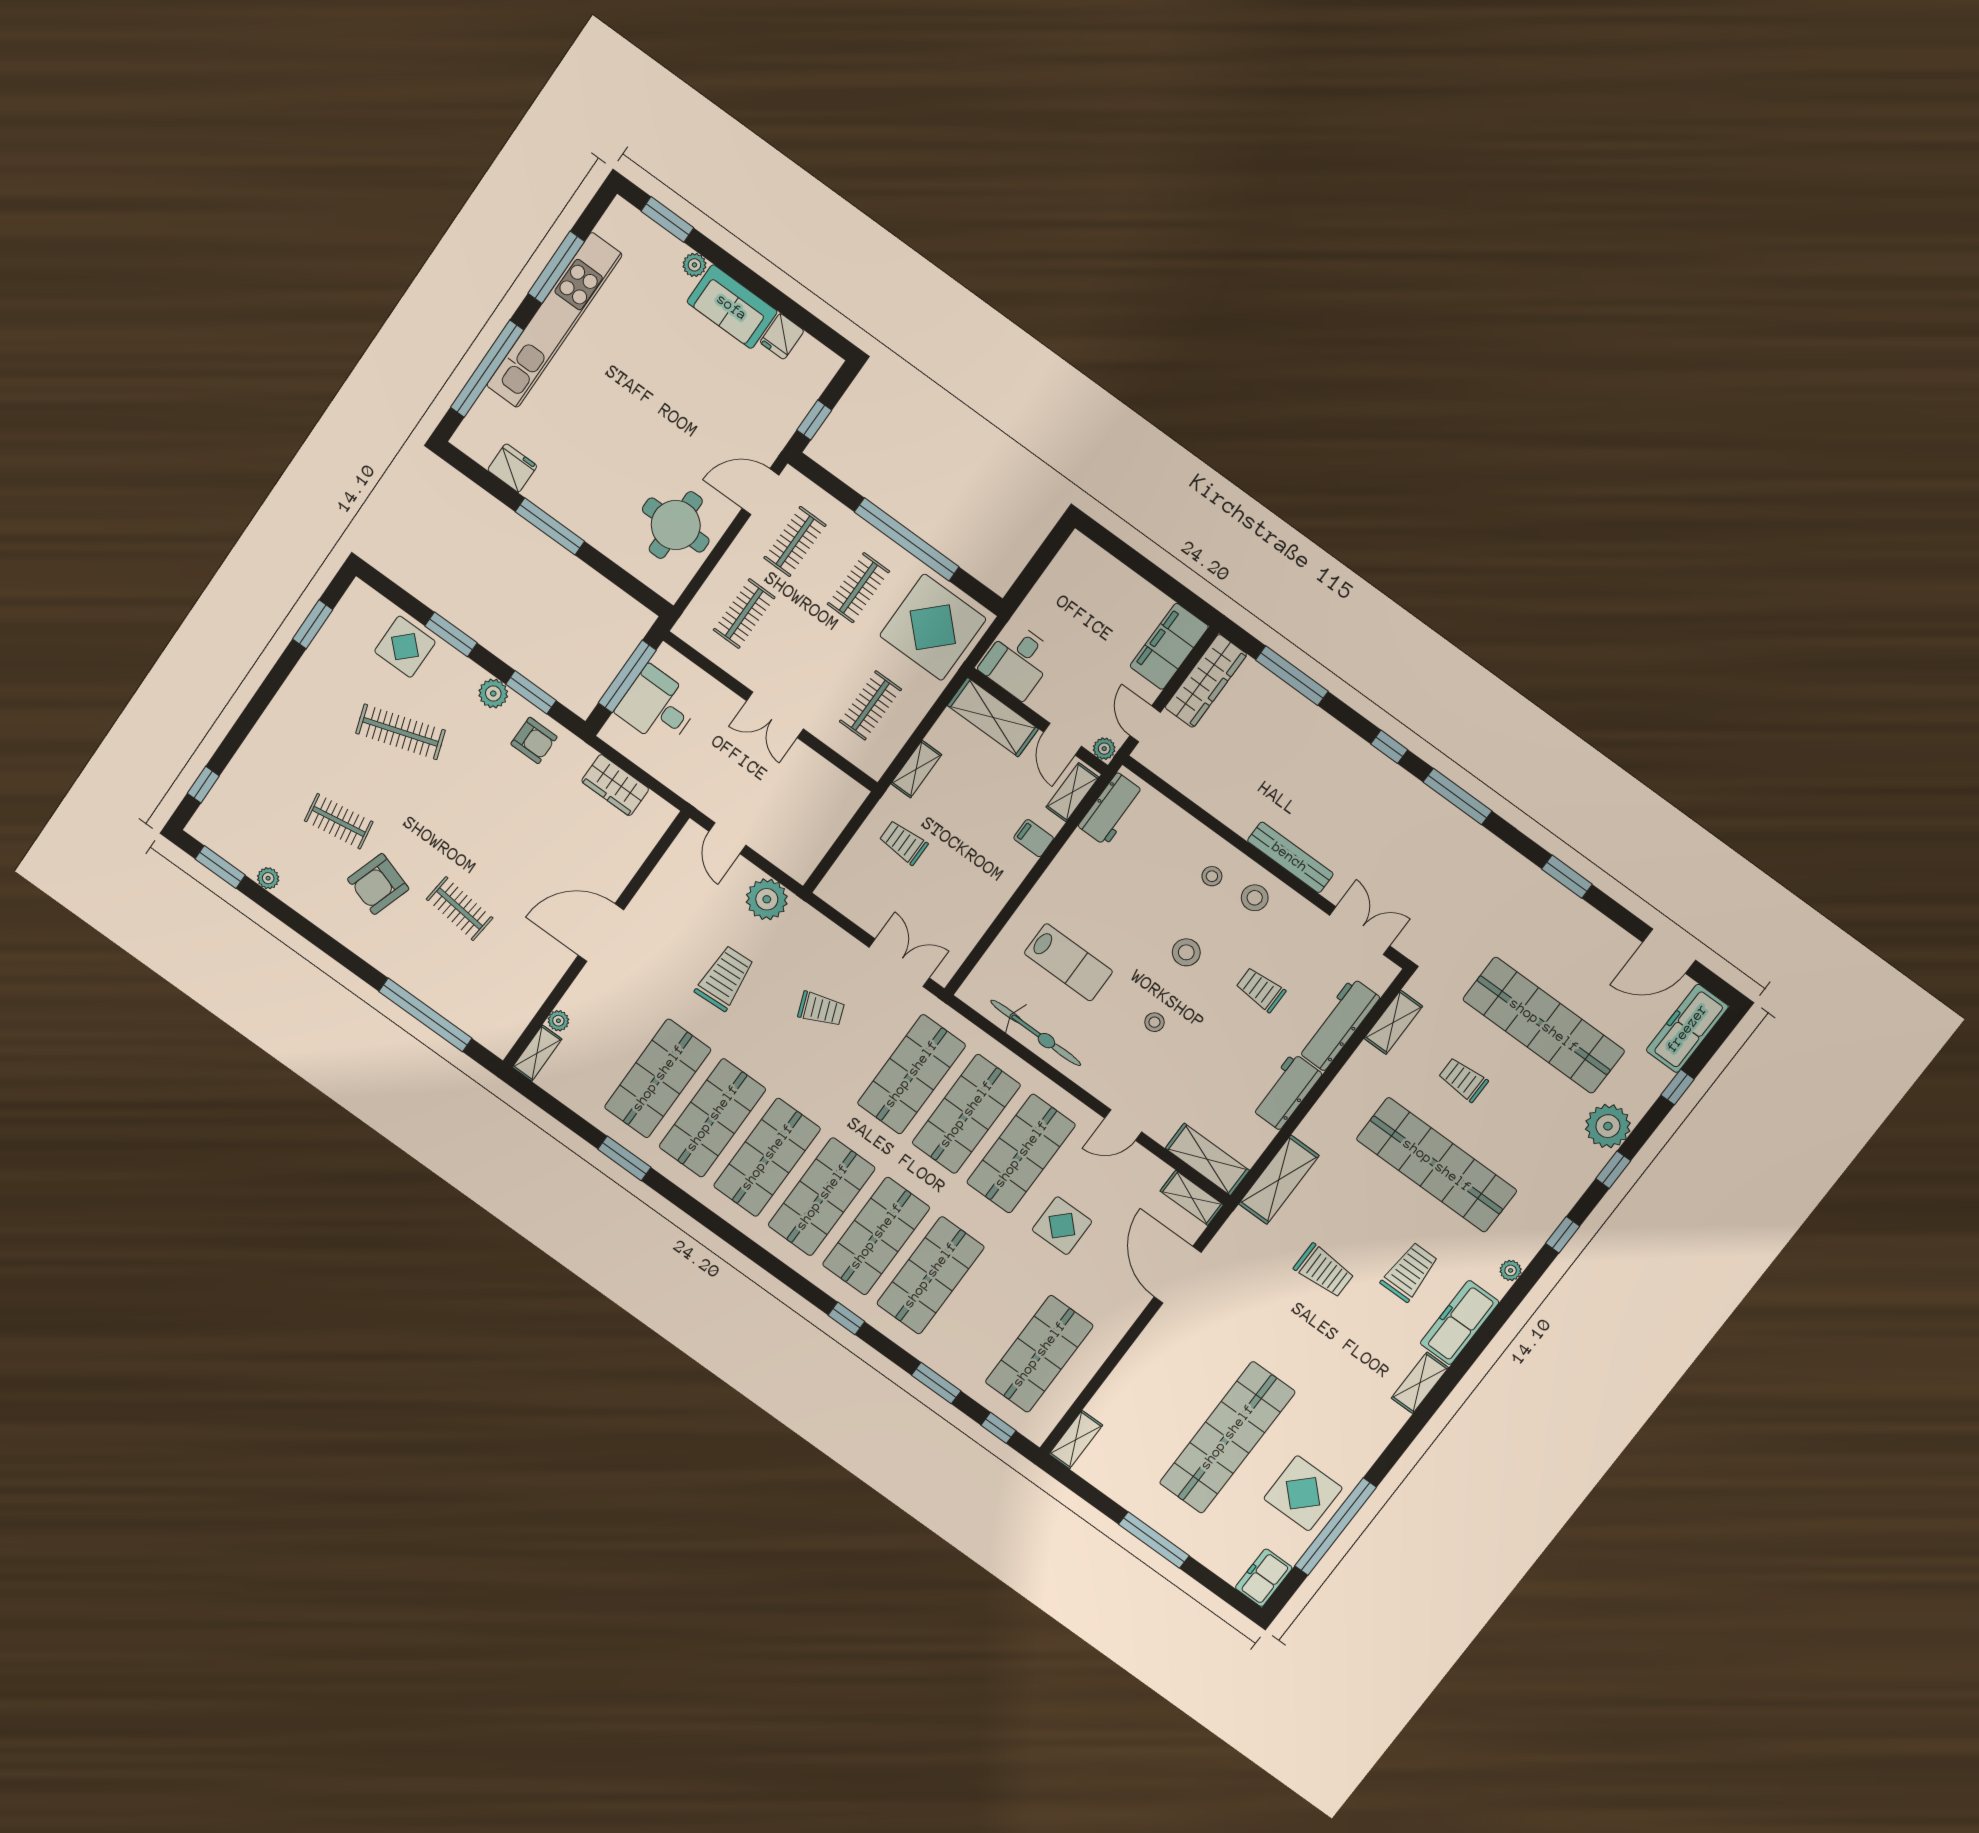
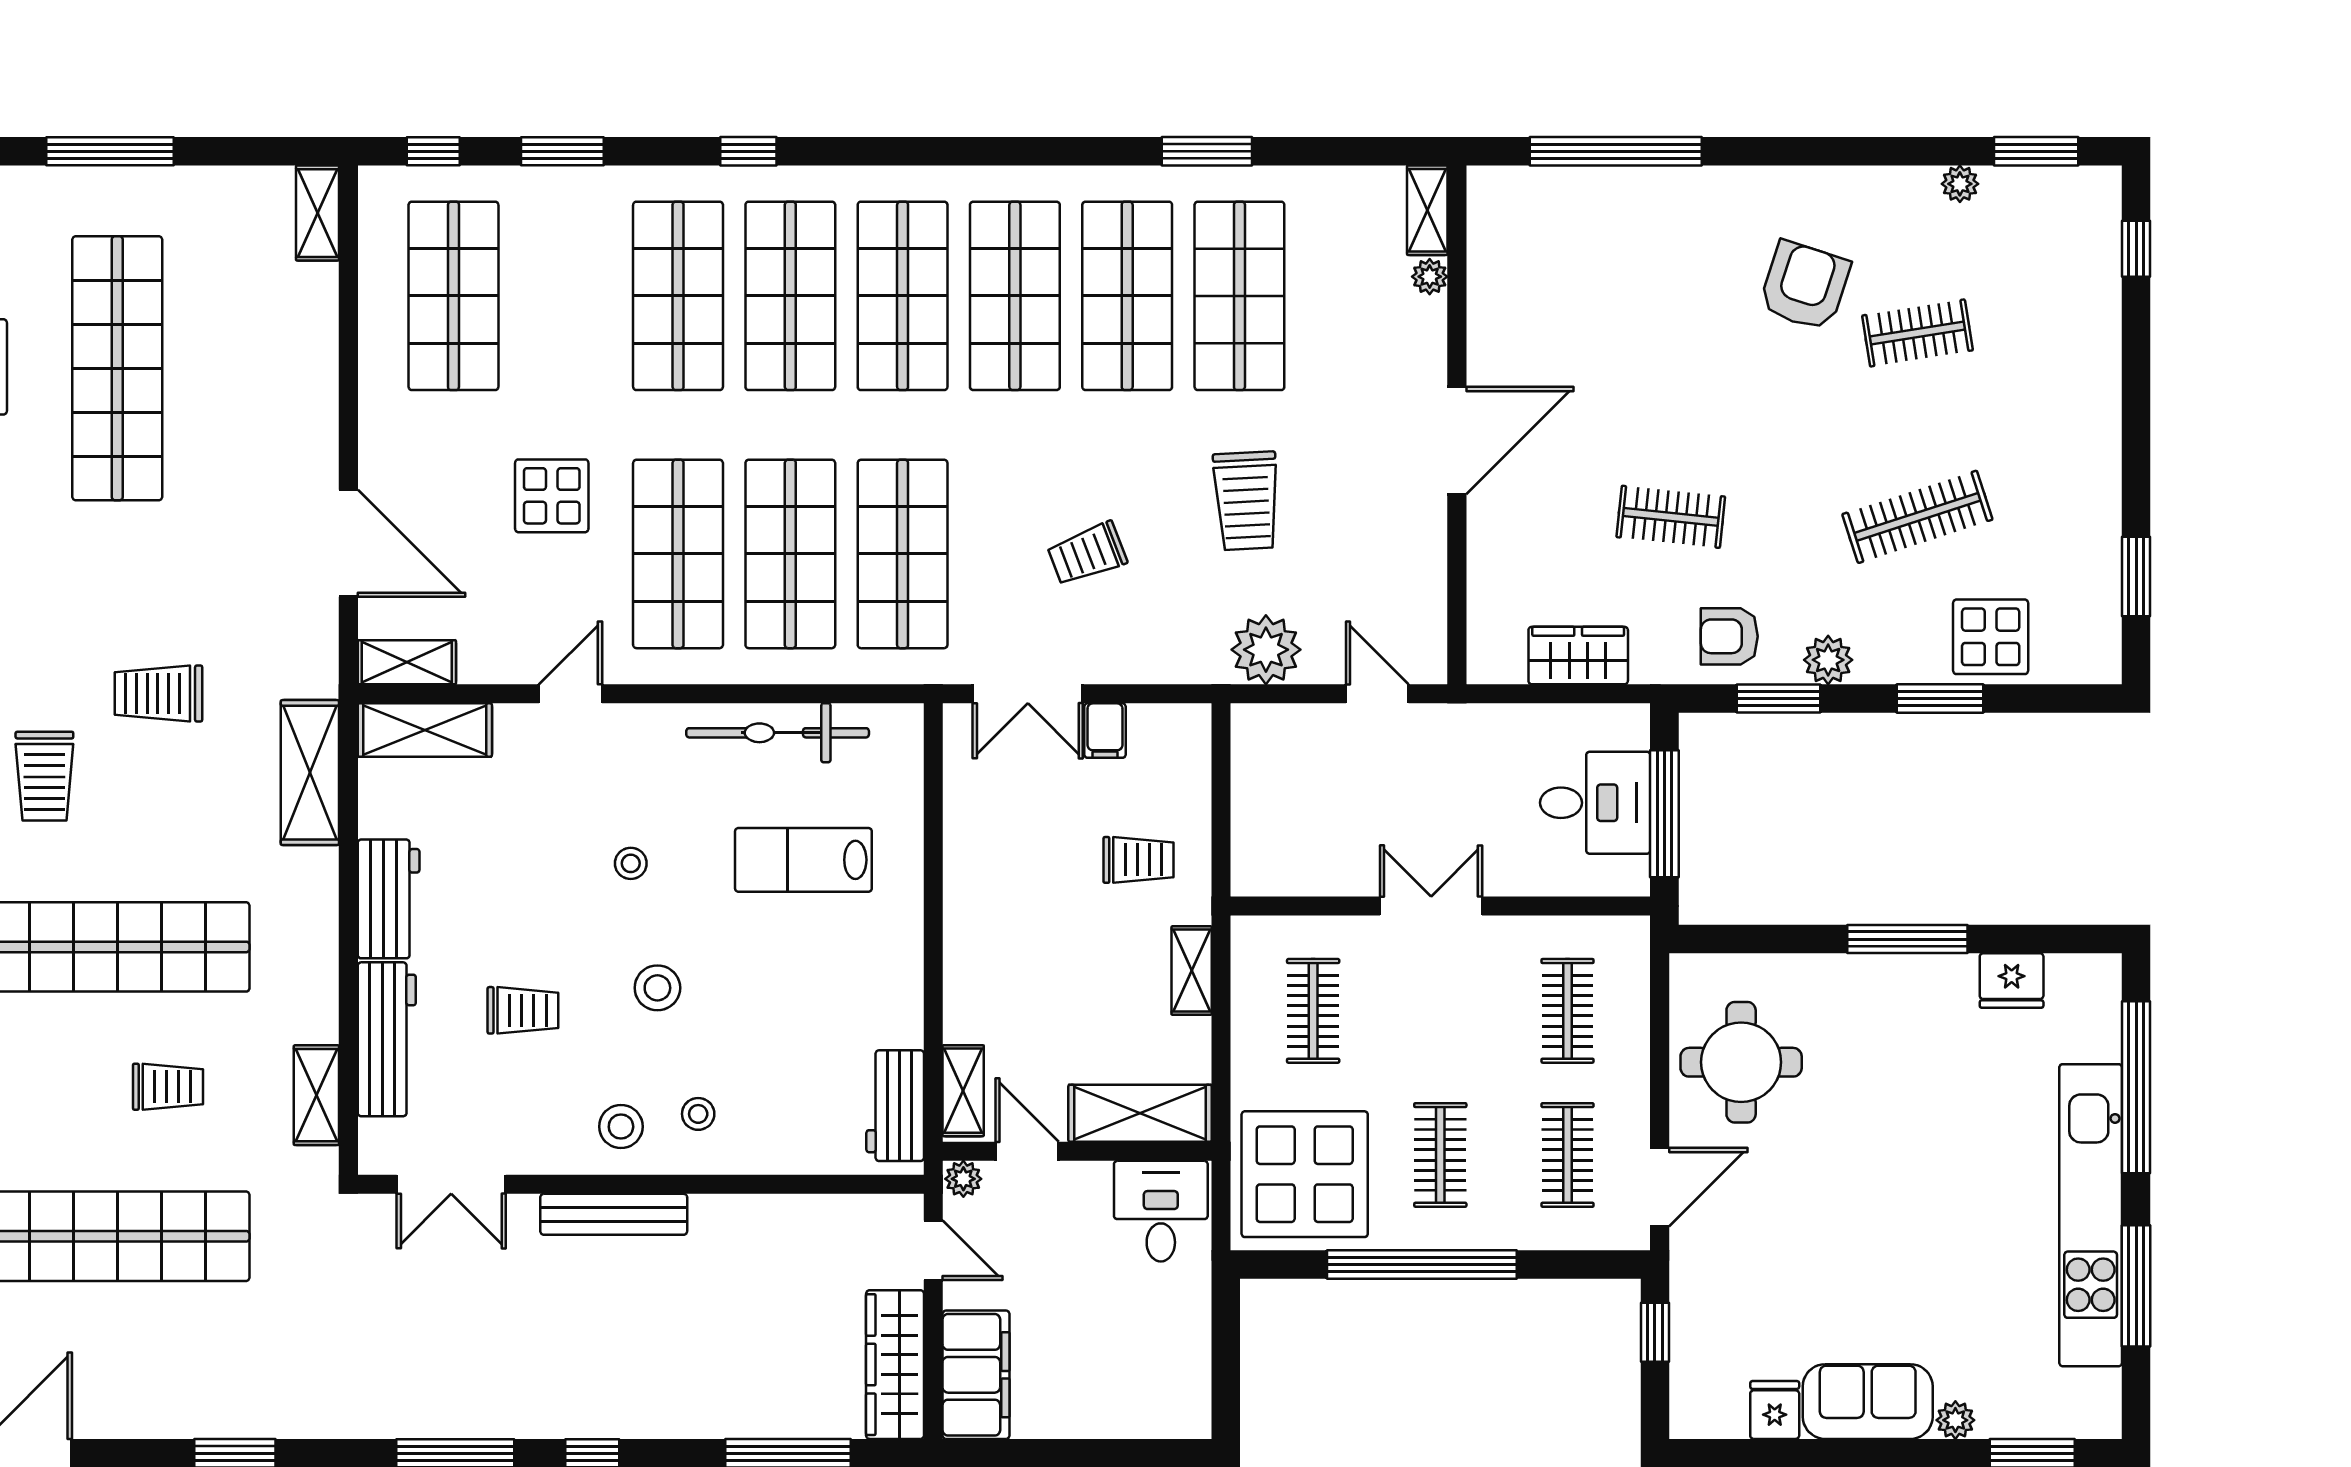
filing cabinet: (1034, 838) -> (1105, 731), moved, turned 90
clothes rail: (460, 909) -> (1671, 517), moved

